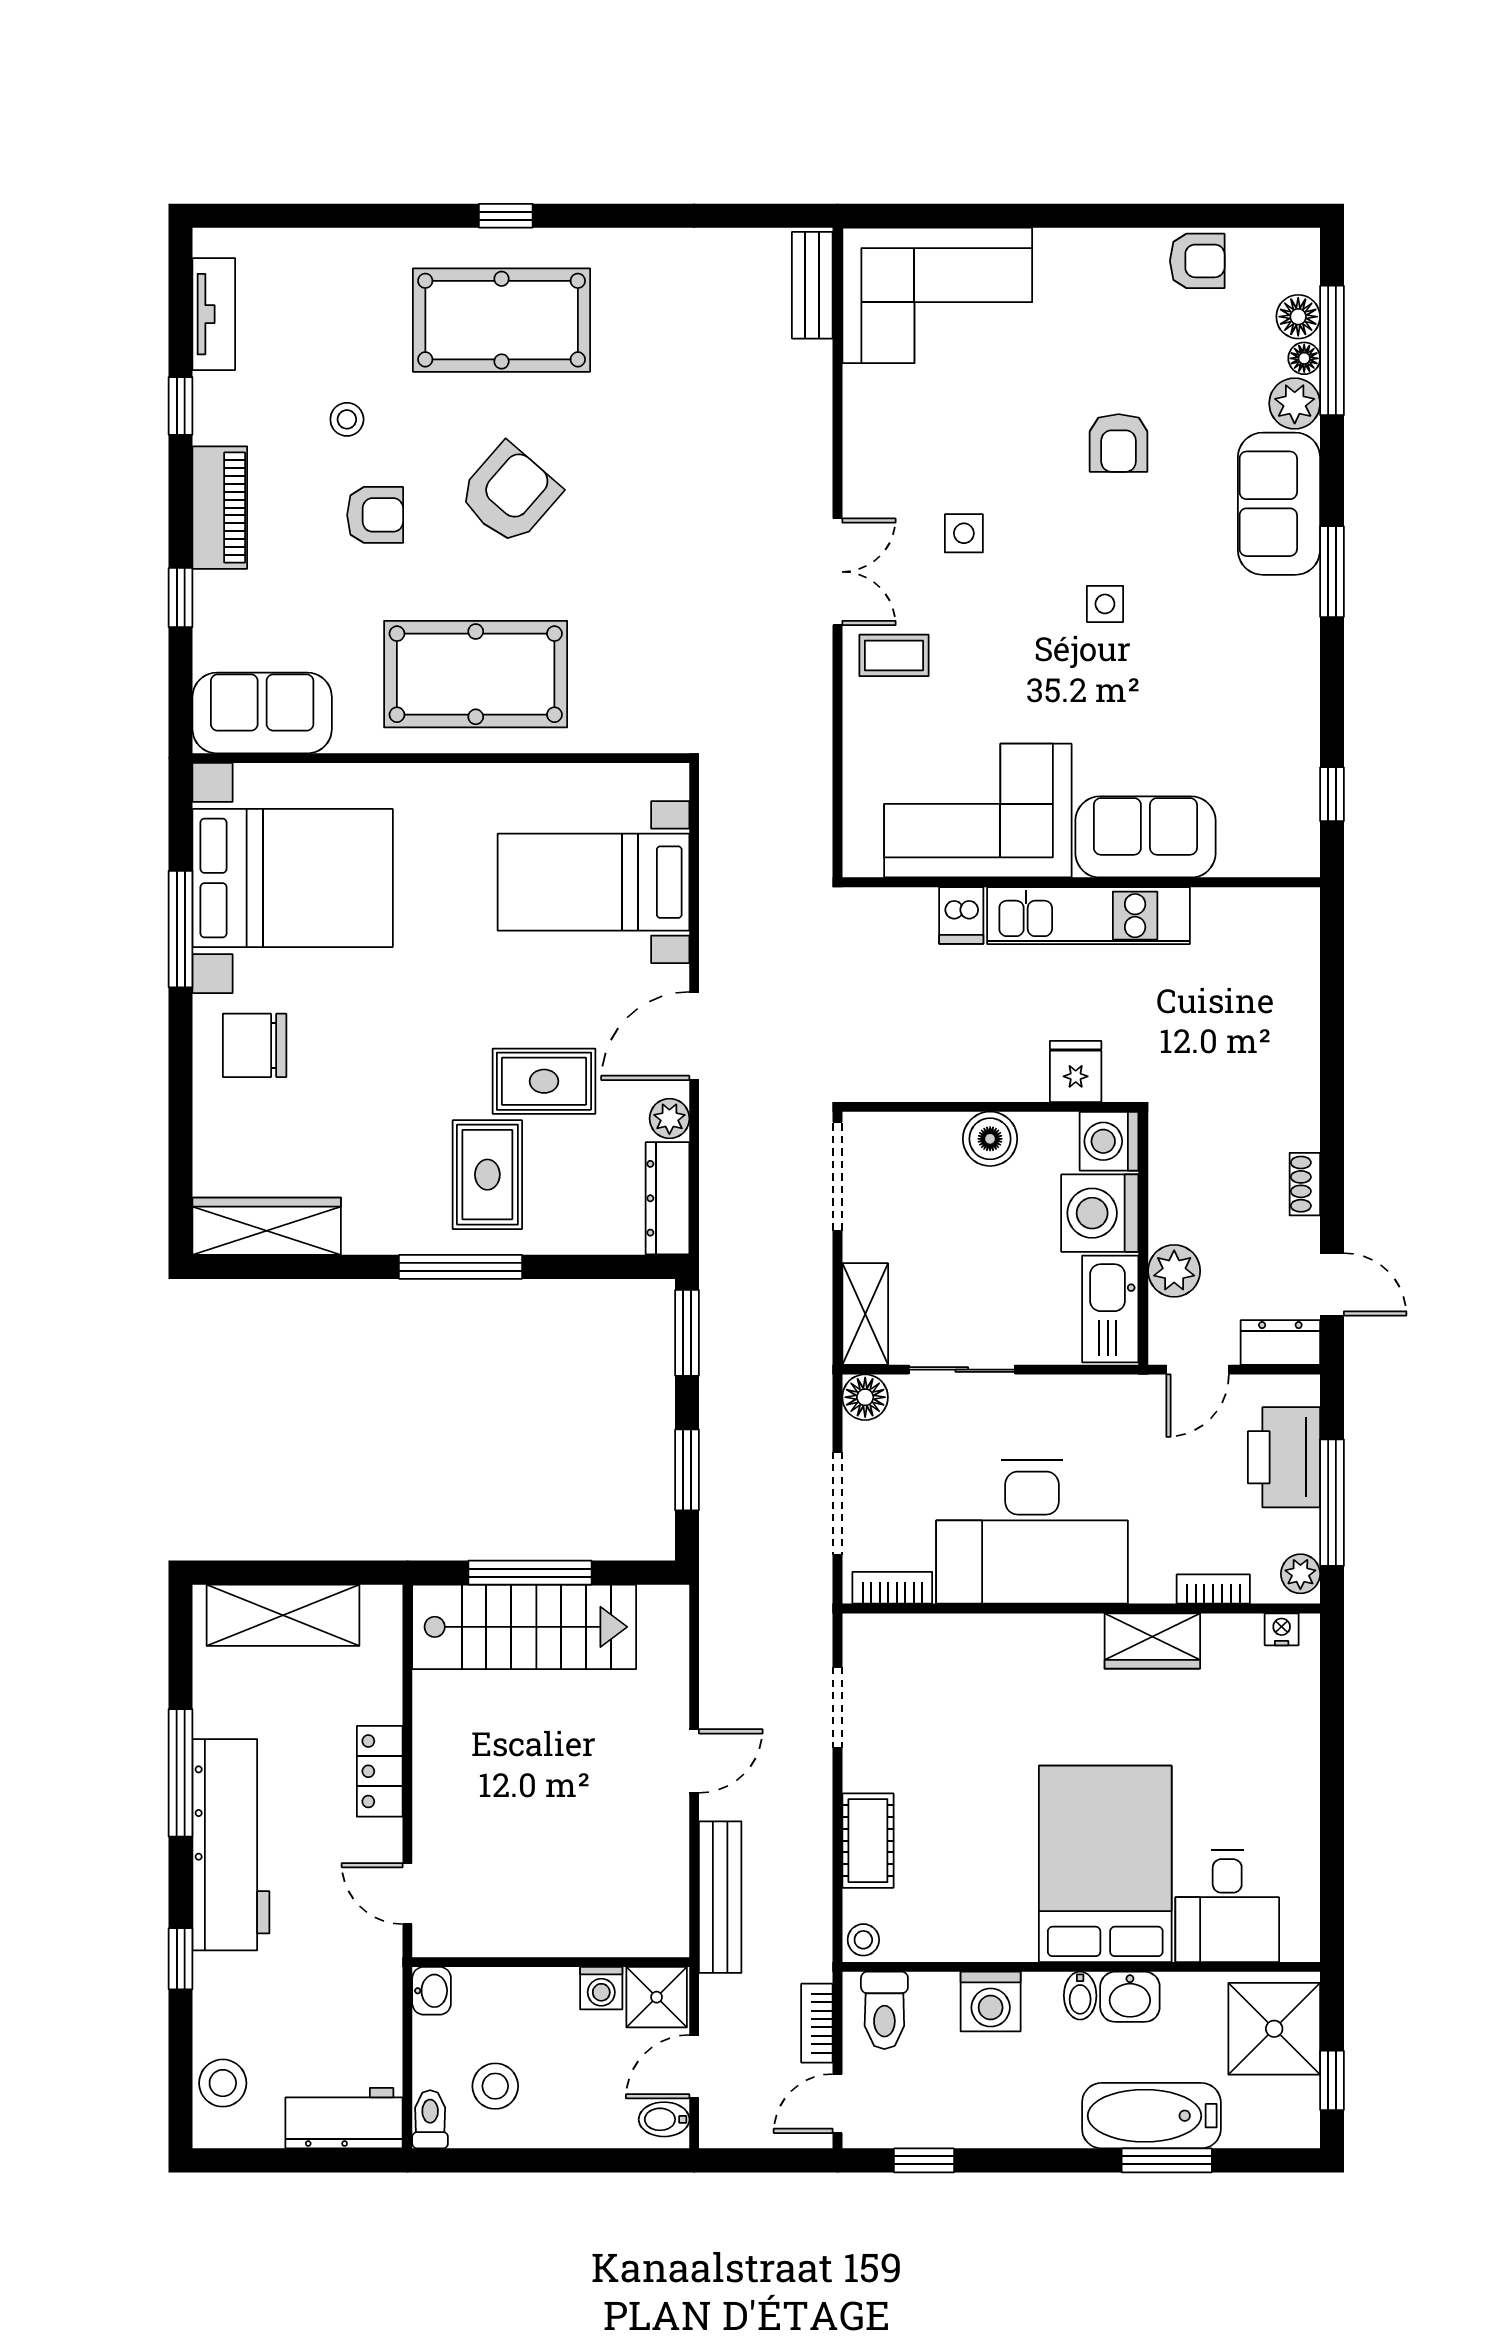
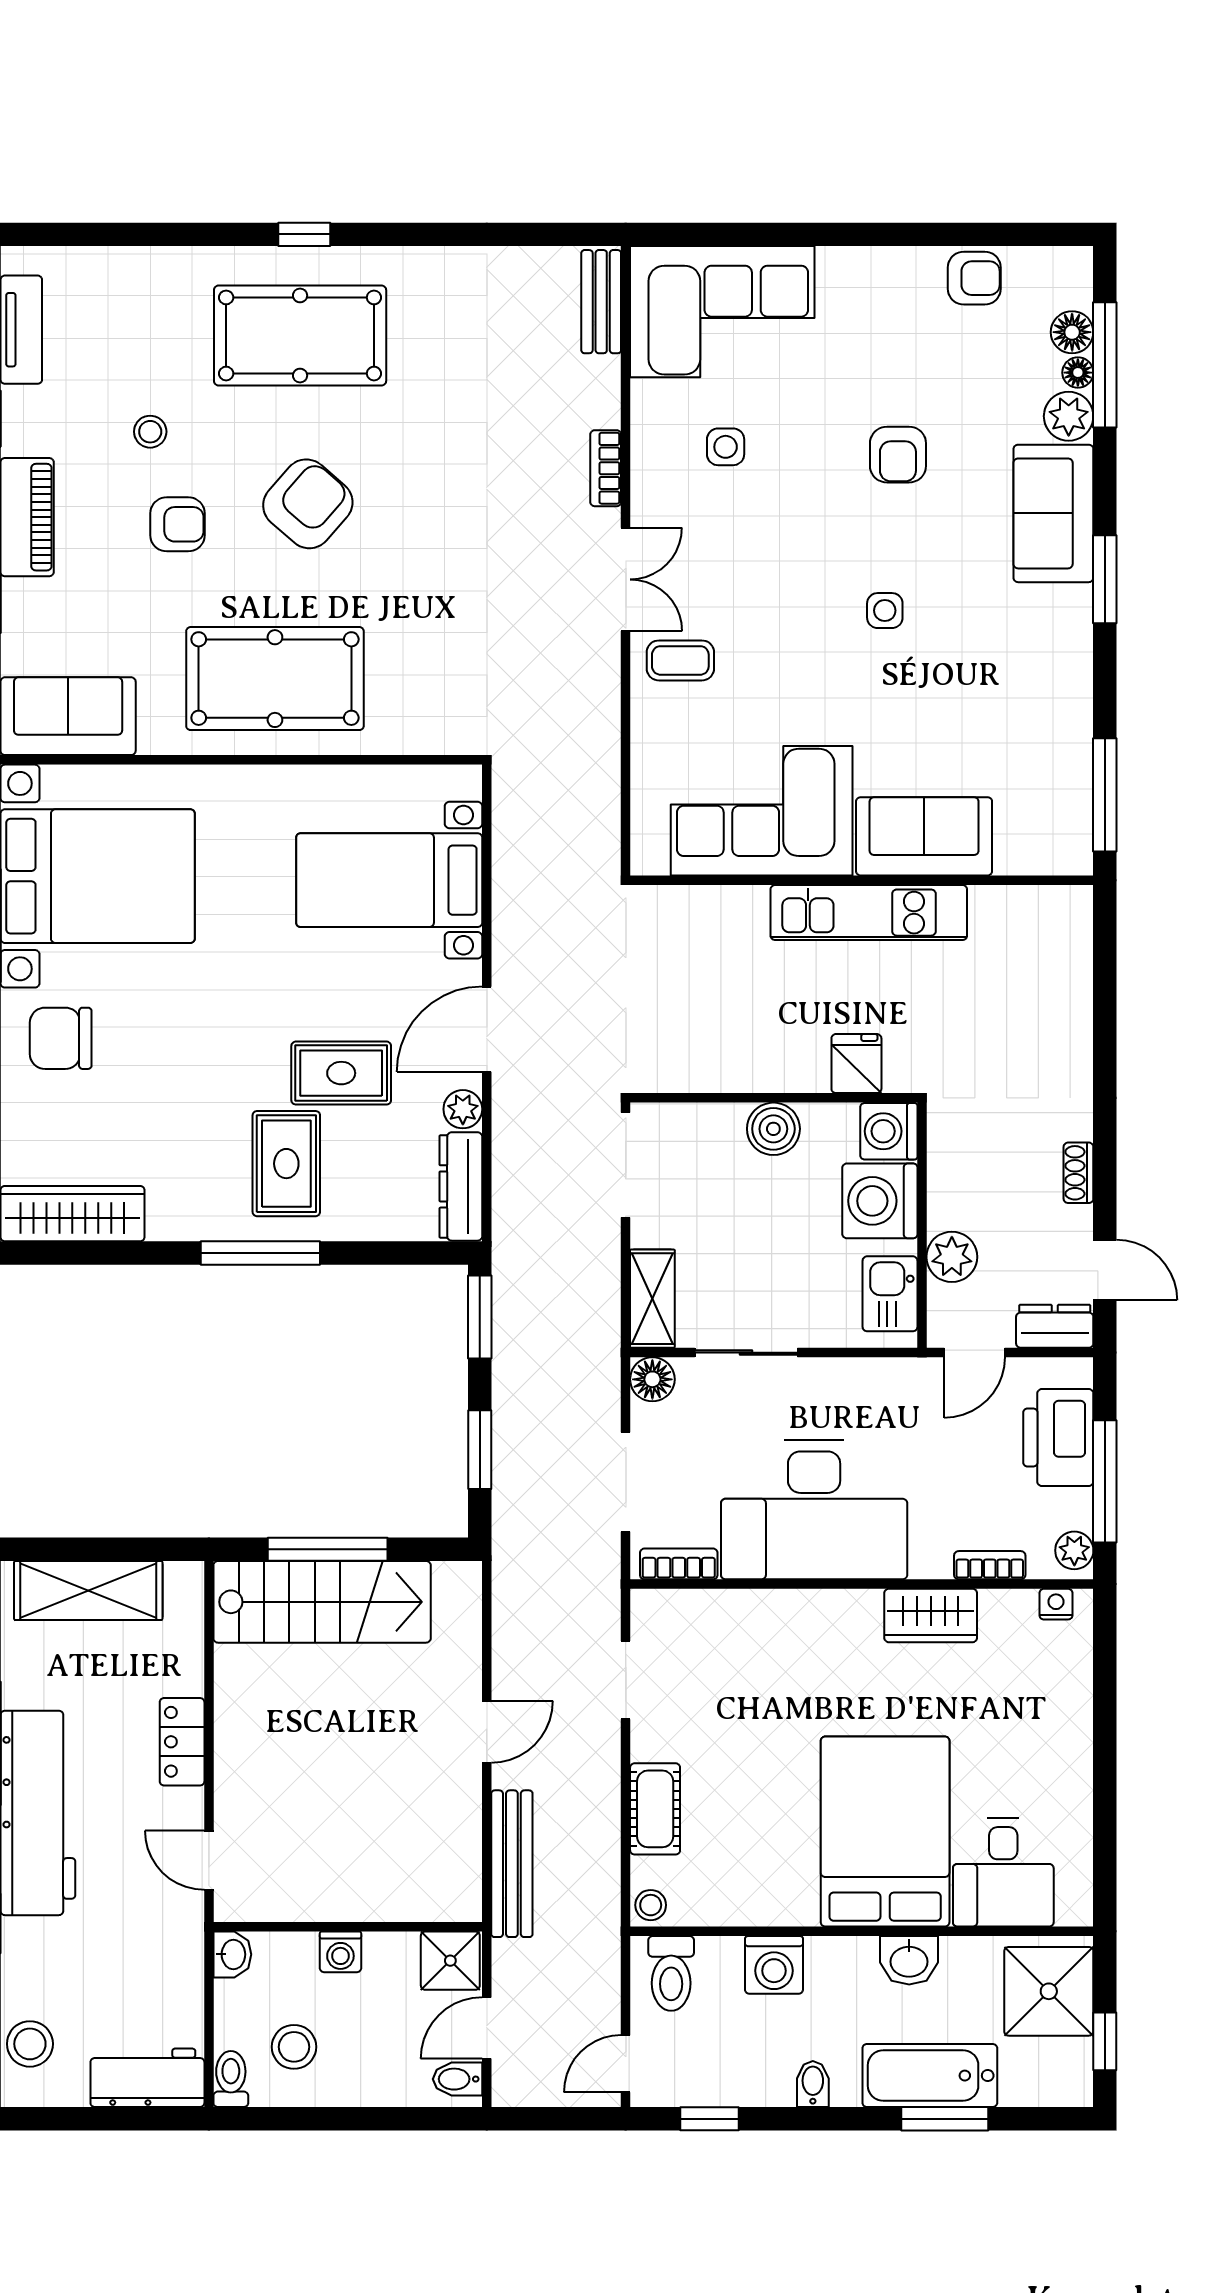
side table: (964, 533) -> (726, 447), moved
window: (1332, 794) -> (1105, 795), width x2.17
dishwasher: (961, 916) -> (746, 912), removed
kitchen sink: (1110, 1309) -> (890, 1294), width x0.73
washing machine: (601, 1988) -> (340, 1952), moved
bidet: (1080, 1996) -> (813, 2084), moved, turned 180
bookcase: (817, 2023) -> (606, 468), moved

